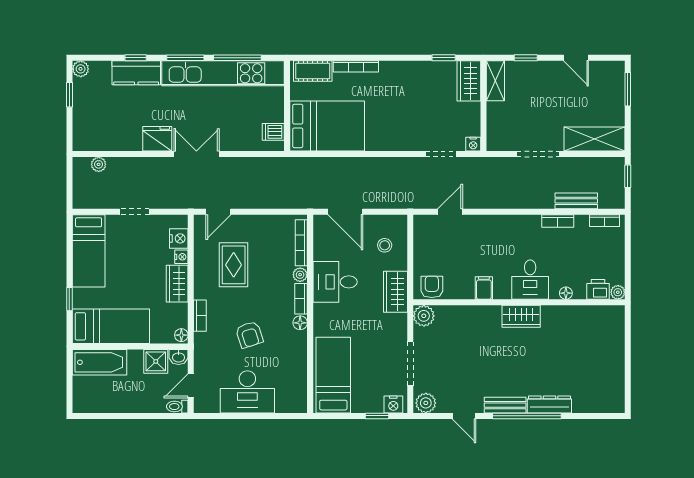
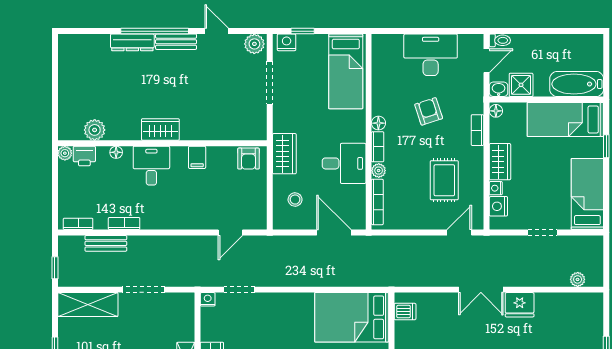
plant: (424, 316) -> (95, 130), moved

